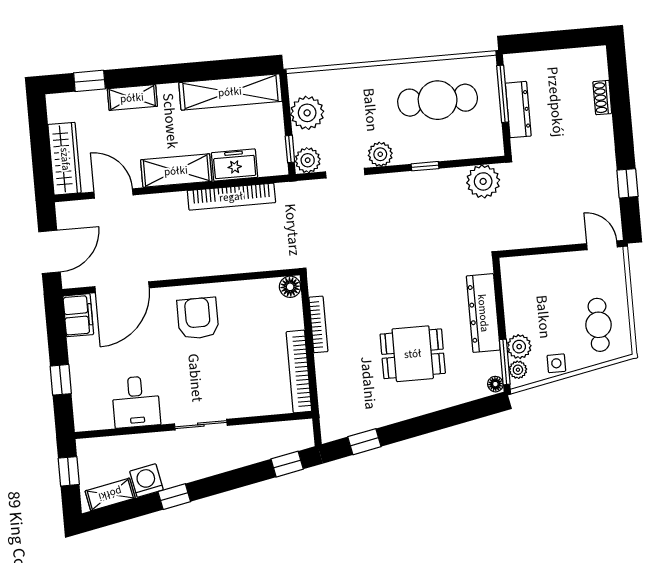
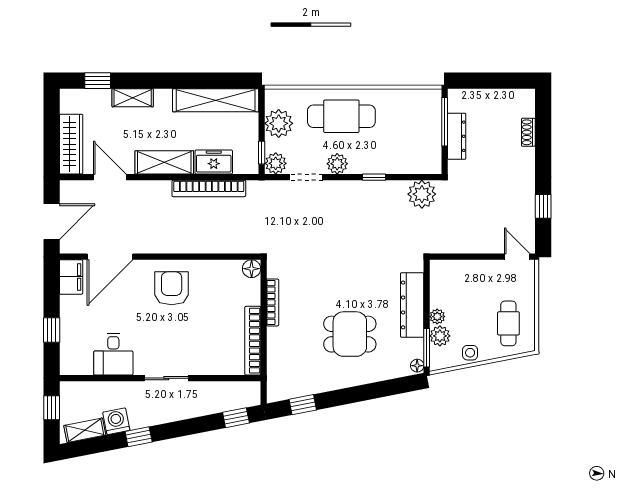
cafe table: (438, 100) -> (341, 116), moved
plant: (518, 370) -> (437, 317), moved

